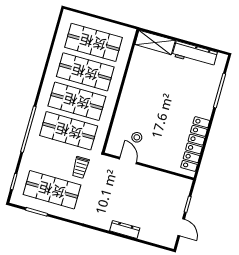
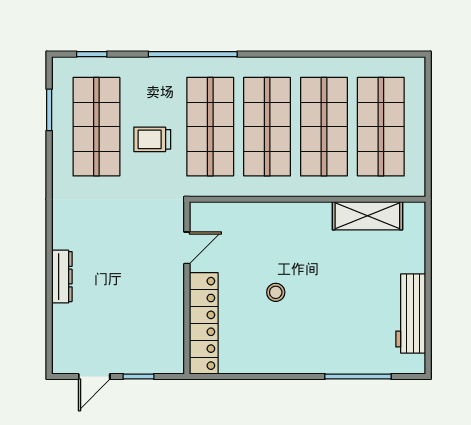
shelving: (155, 42) -> (367, 216), moved, turned 90
stool: (137, 137) -> (276, 292), moved
locker: (195, 144) -> (204, 323), moved, turned 90
trolley: (80, 167) -> (152, 139), moved

